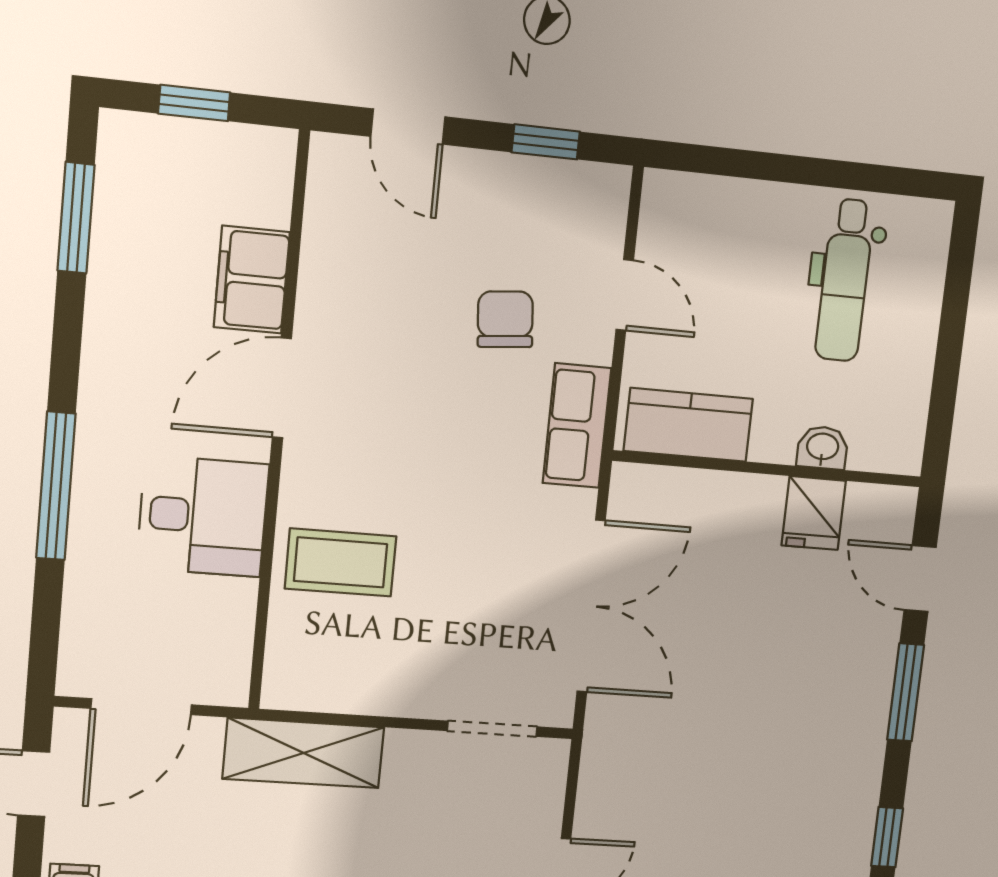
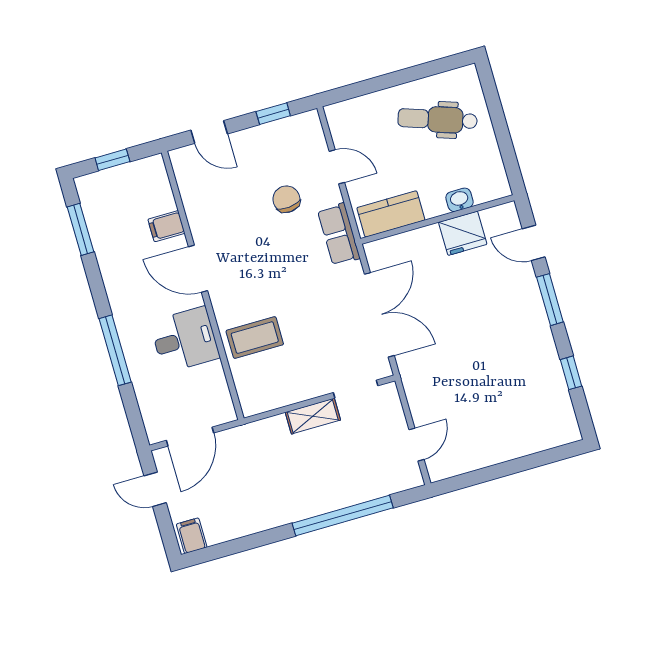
filing cabinet: (252, 280) -> (166, 226), width x0.50
dental chair: (845, 280) -> (438, 119), turned 109
door: (282, 388) -> (198, 269), hinge flipped
fridge: (814, 513) -> (463, 233), width x1.38
shelving: (303, 753) -> (313, 416), moved, width x0.67, depth x0.75

